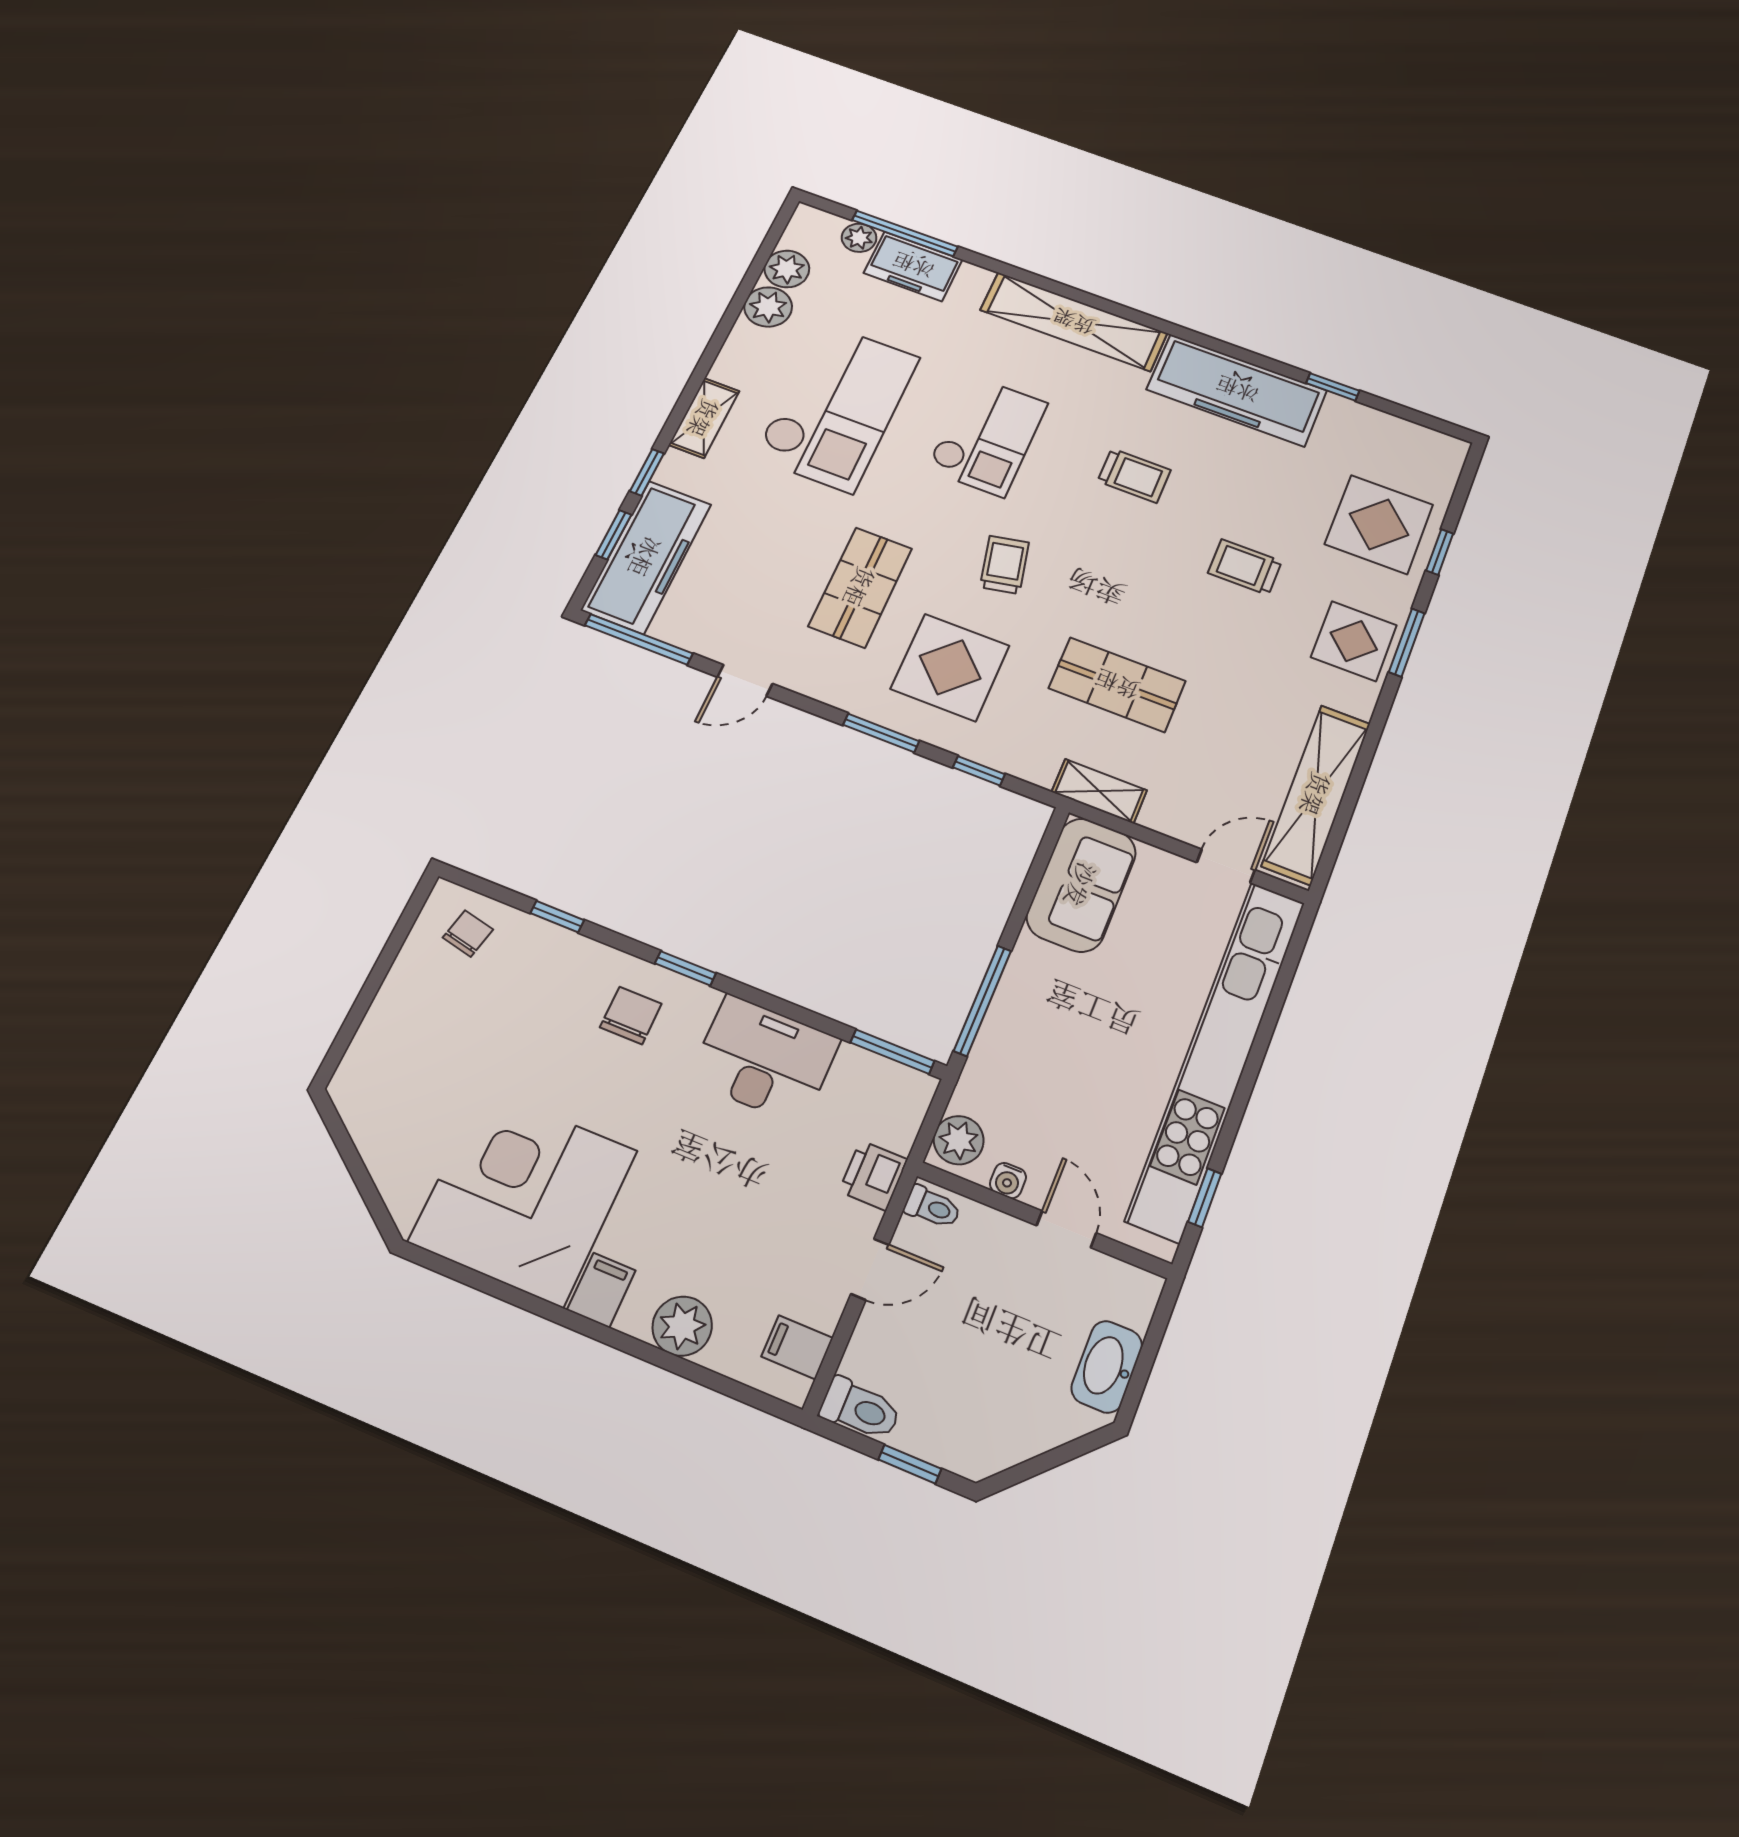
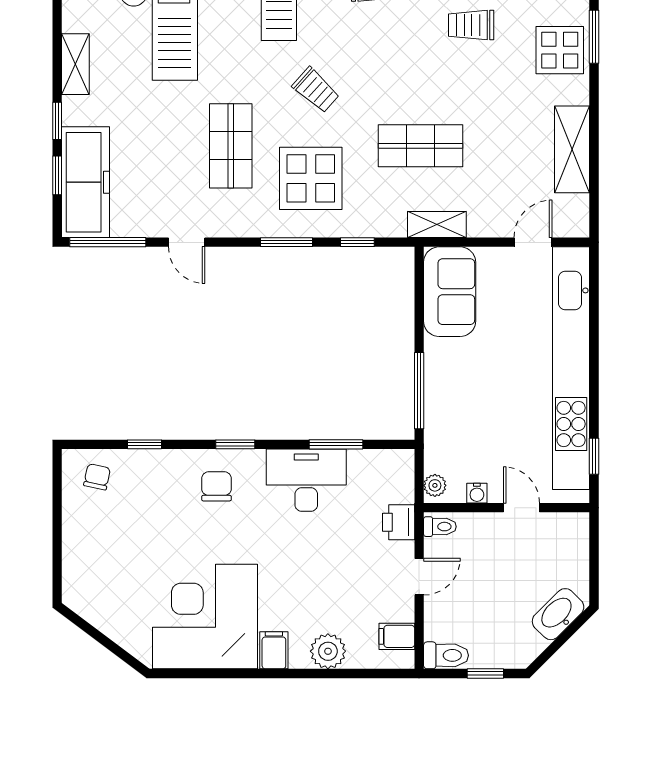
trolley: (1004, 565) -> (316, 90), turned 144
door: (745, 680) -> (187, 242), hinge flipped
shelving: (1316, 794) -> (572, 149), width x0.68
window: (892, 1052) -> (336, 444), moved
plant: (959, 1140) -> (435, 485), width x0.73, depth x0.73
washbasin: (1107, 1367) -> (558, 614), moved, turned 45

